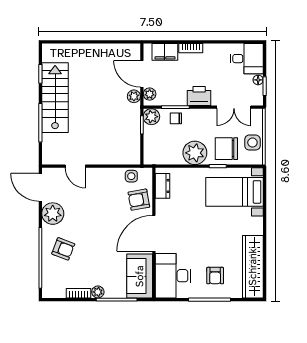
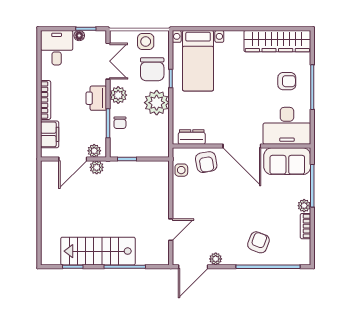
bookcase: (191, 48) -> (46, 100), width x1.56
plant: (151, 117) -> (118, 95), moved
plant: (53, 214) -> (216, 259), width x0.53, depth x0.53

